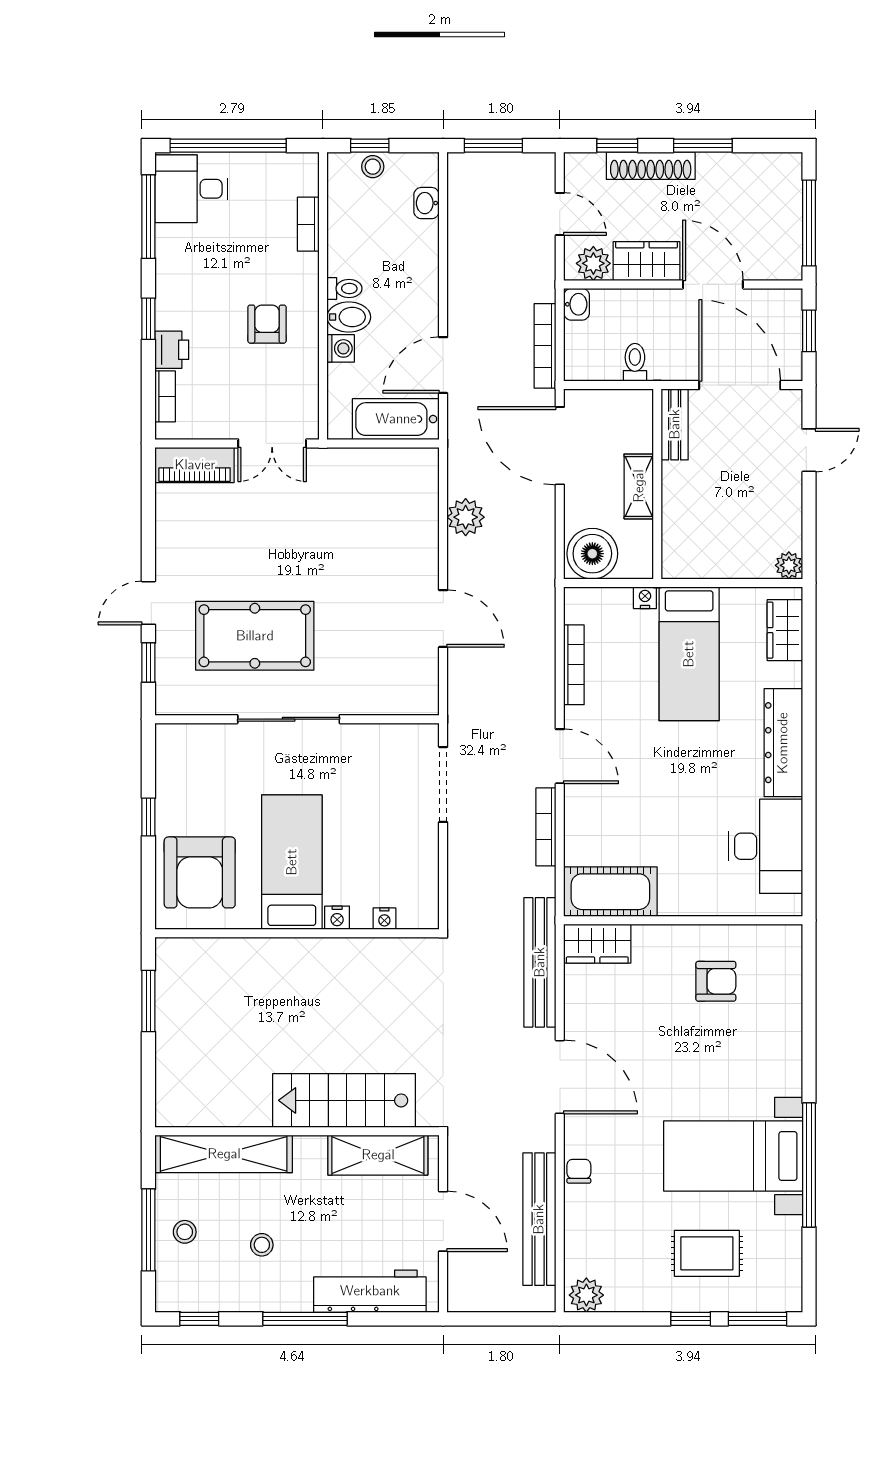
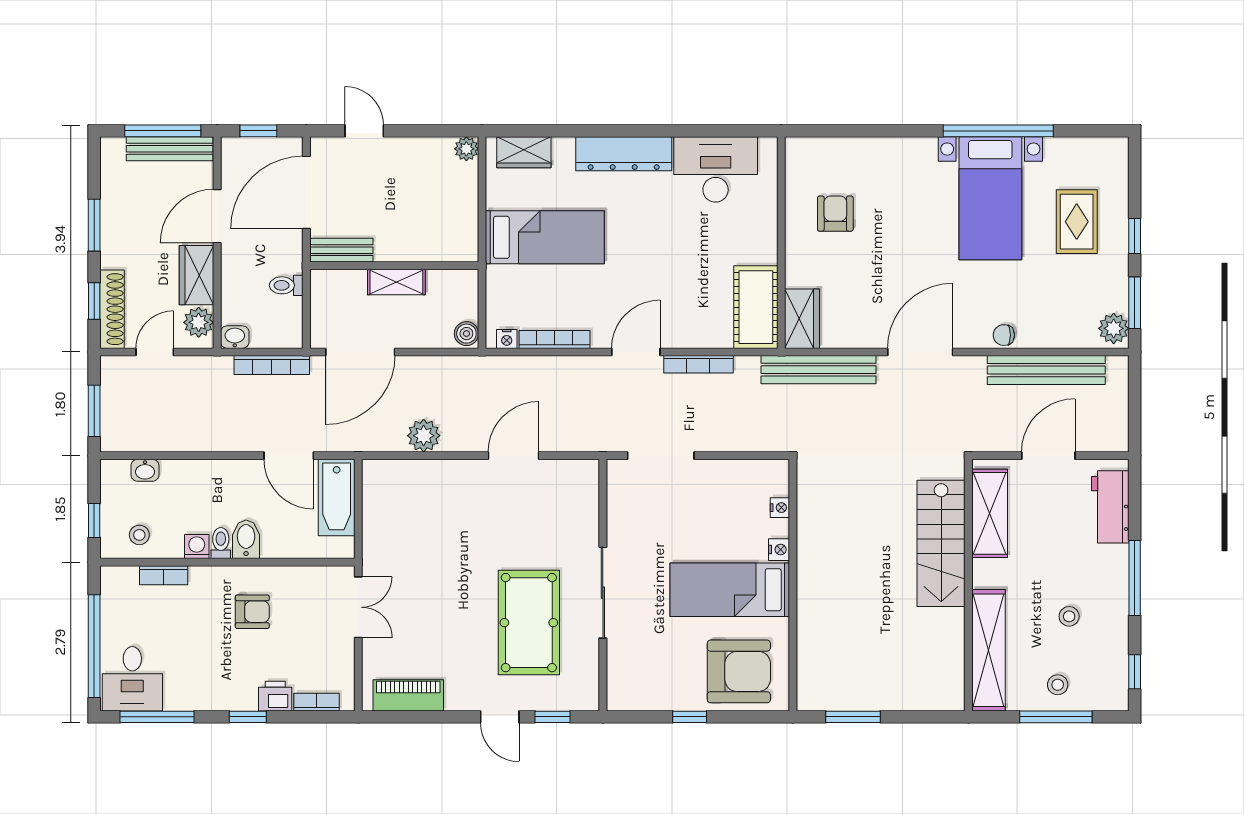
shoe rack: (651, 166) -> (112, 309), moved
stool: (373, 167) -> (139, 535), moved
bench: (789, 231) -> (170, 149), added
armchair: (267, 324) -> (252, 612), turned 180
washing machine: (341, 348) -> (197, 546), moved
piano: (195, 465) -> (408, 695), moved, turned -90
boiler: (592, 554) -> (466, 334), width x0.54, depth x0.54
nightstand: (645, 598) -> (507, 339), moved, turned -90
workbench: (370, 1291) -> (1110, 507), width x0.73
window: (757, 1319) -> (1135, 303), moved

